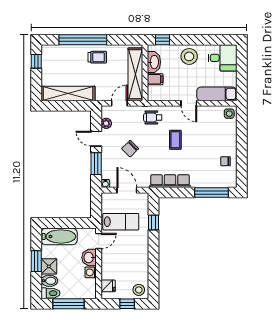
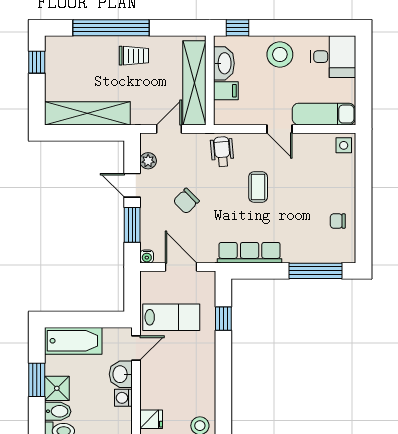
wheelchair: (153, 118) -> (222, 152), turned 85

